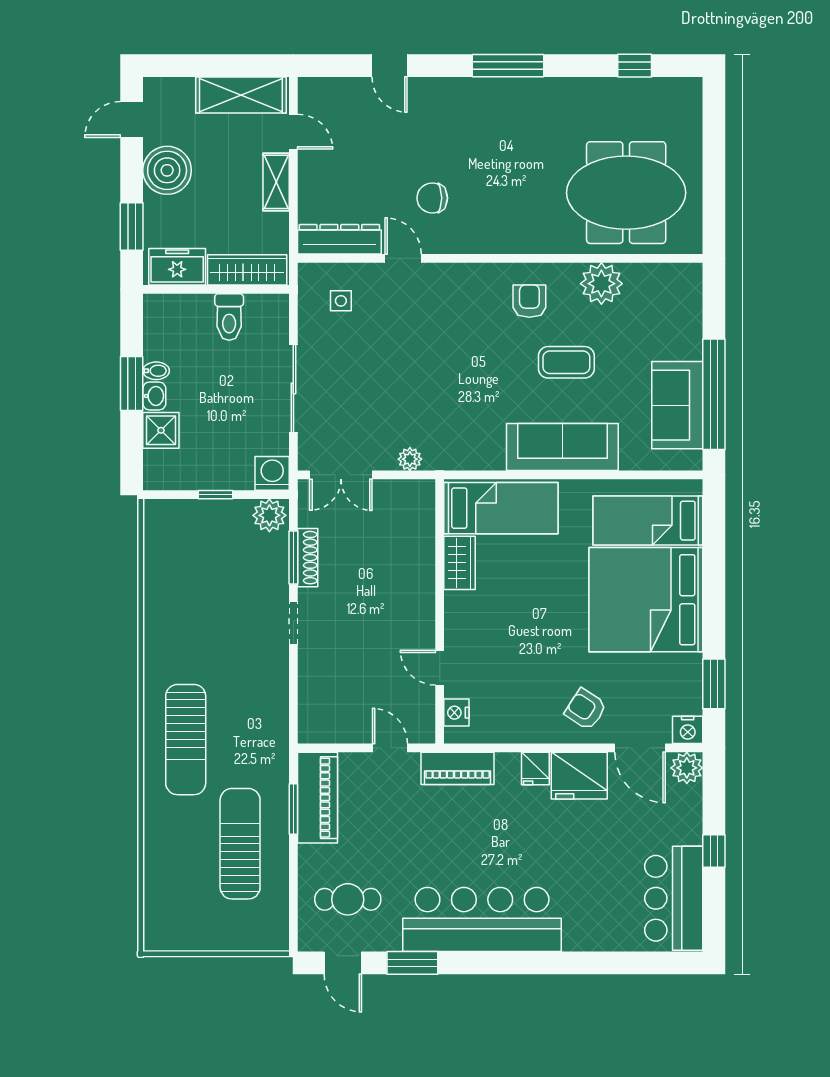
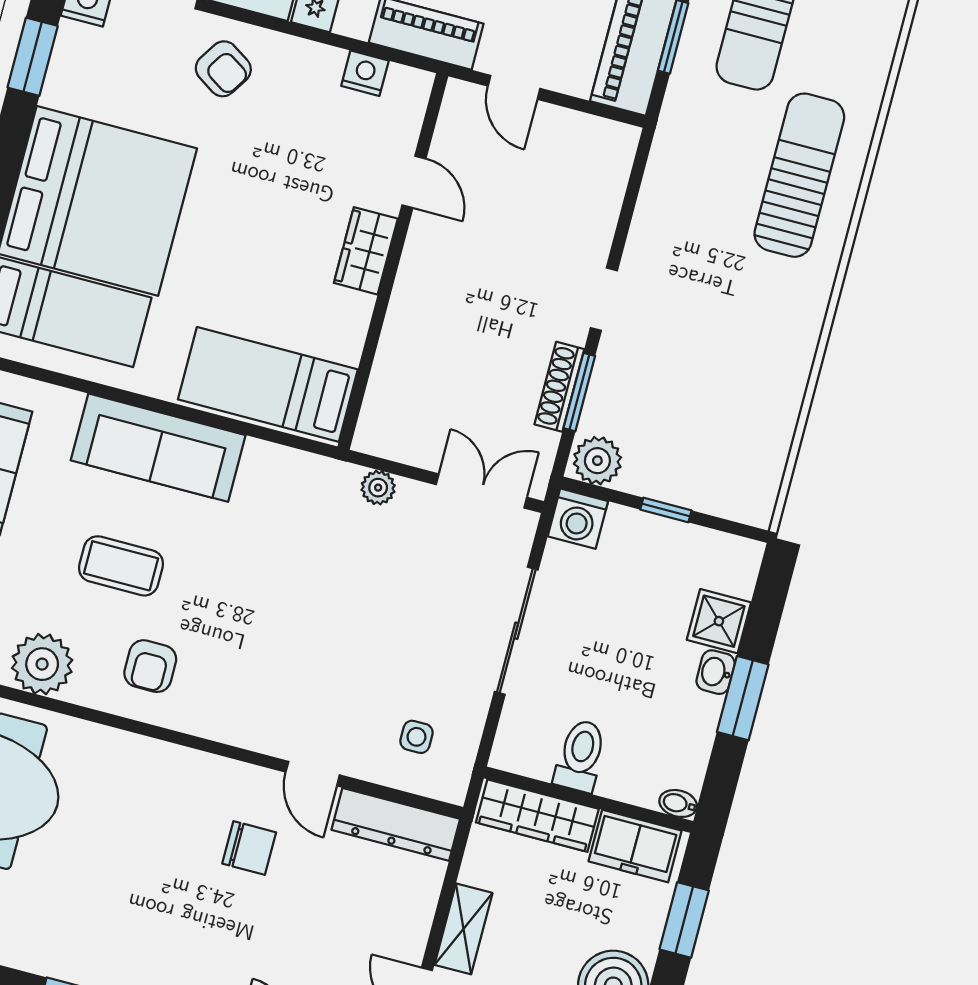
bidet: (156, 371) -> (678, 803), moved
wardrobe: (459, 563) -> (366, 251), moved
nightstand: (456, 713) -> (365, 73), moved, turned -90

